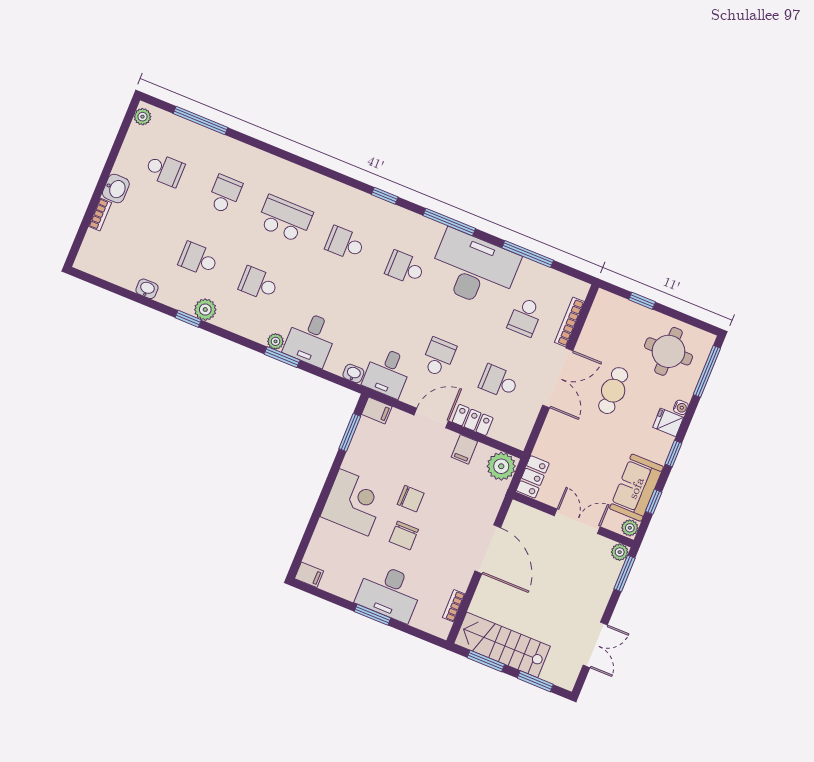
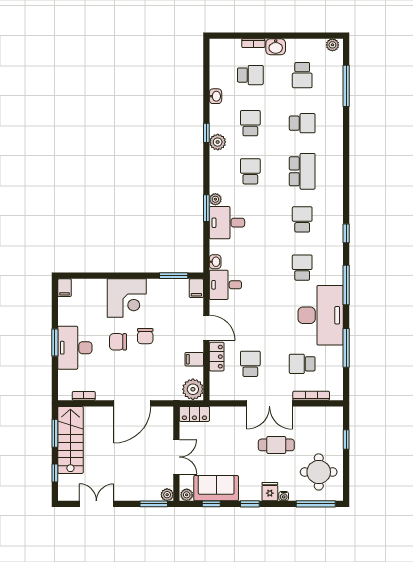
school desk: (439, 357) -> (250, 75), moved
double door: (595, 645) -> (96, 504), swing flipped
window: (535, 681) -> (55, 473), width x0.67

